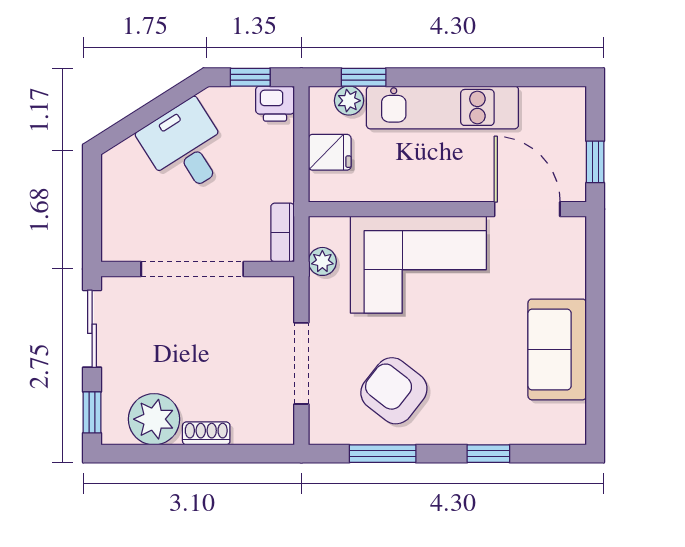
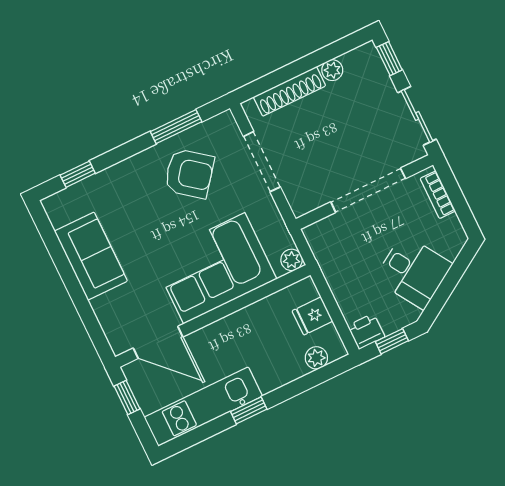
window: (364, 77) -> (249, 410), moved
kitchen unit: (442, 107) -> (203, 407), moved
bookcase: (283, 233) -> (438, 195), moved, turned 180
plant: (322, 261) -> (292, 260), moved
plant: (154, 419) -> (332, 70), width x0.53, depth x0.53
shoe rack: (206, 433) -> (289, 91), width x1.94, depth x1.24
window: (488, 454) -> (78, 174), moved

